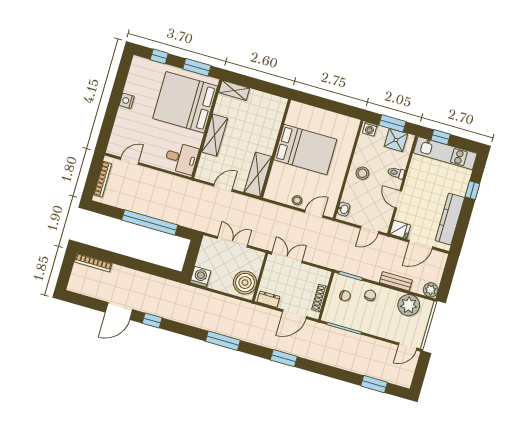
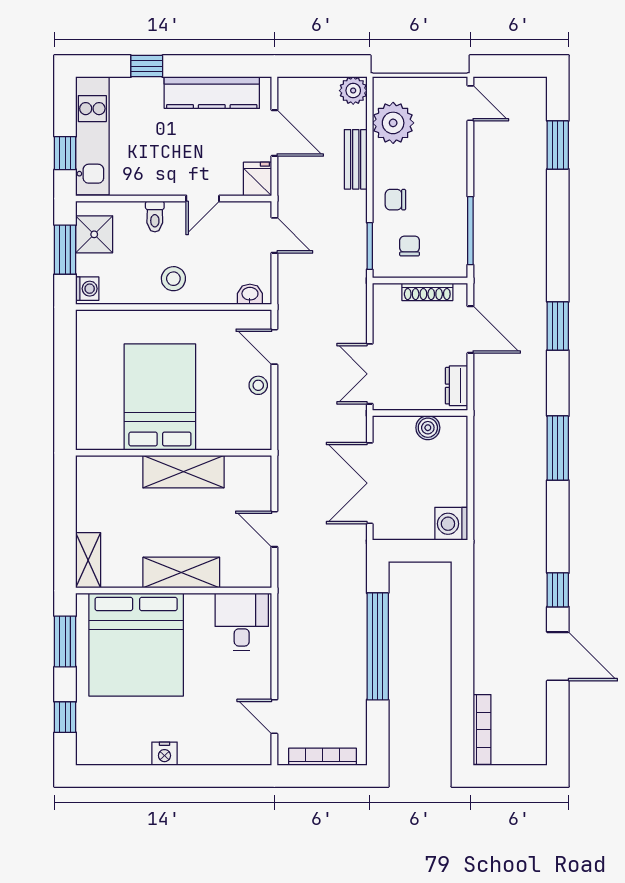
shelving: (258, 174) -> (183, 472), moved
double door: (232, 242) -> (370, 483), width x1.37
boiler: (245, 283) -> (428, 428), width x0.54, depth x0.54

